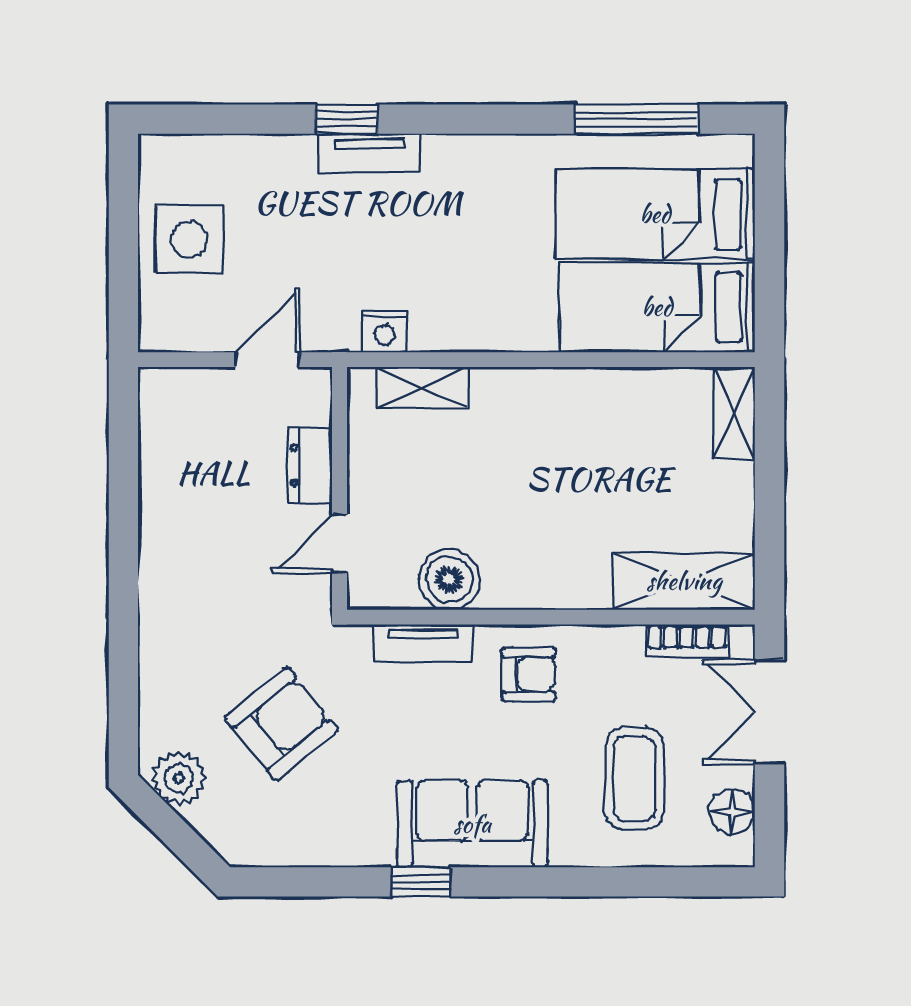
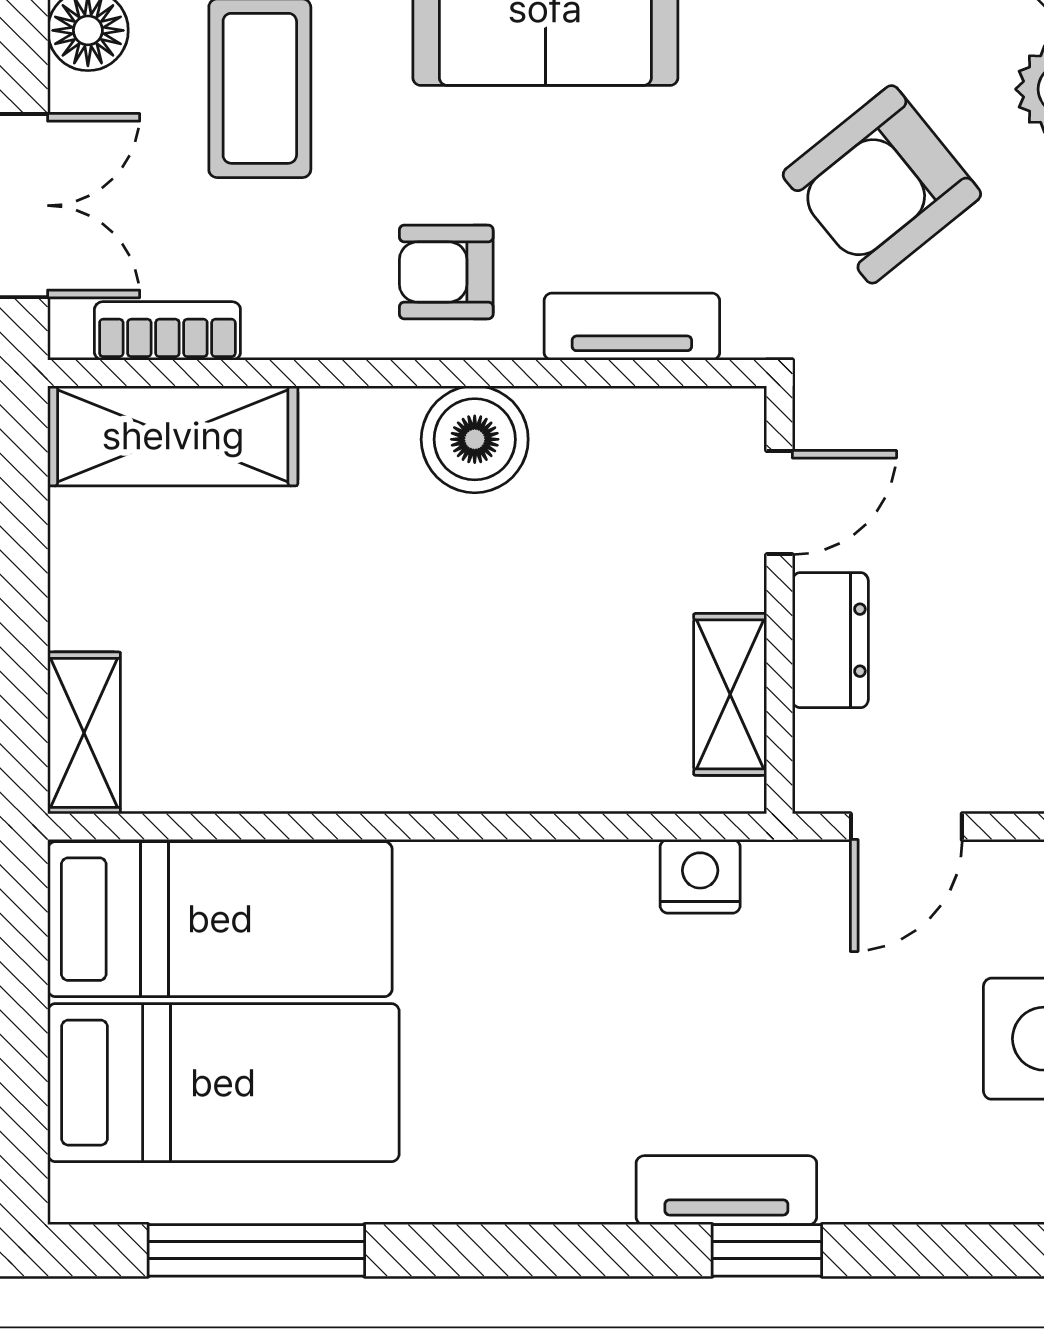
shelving: (423, 388) -> (730, 694), moved, turned 90
boiler: (449, 579) -> (475, 439), moved

